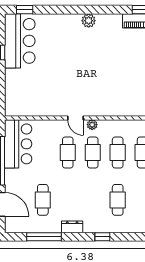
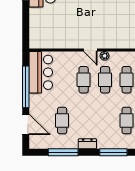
window: (102, 237) -> (113, 152), width x2.17

